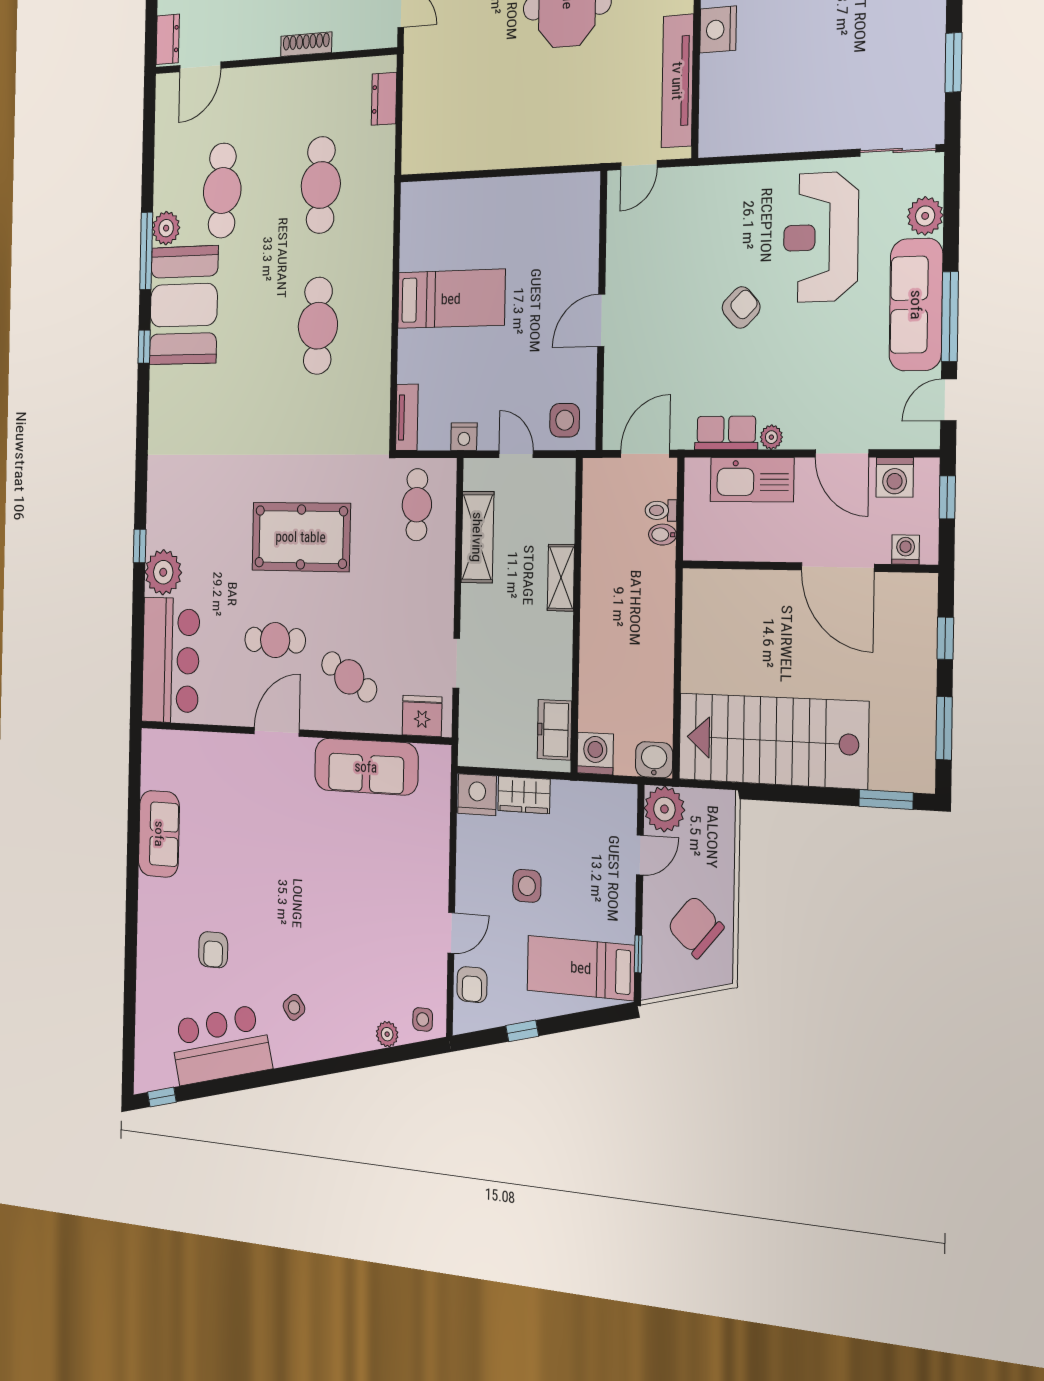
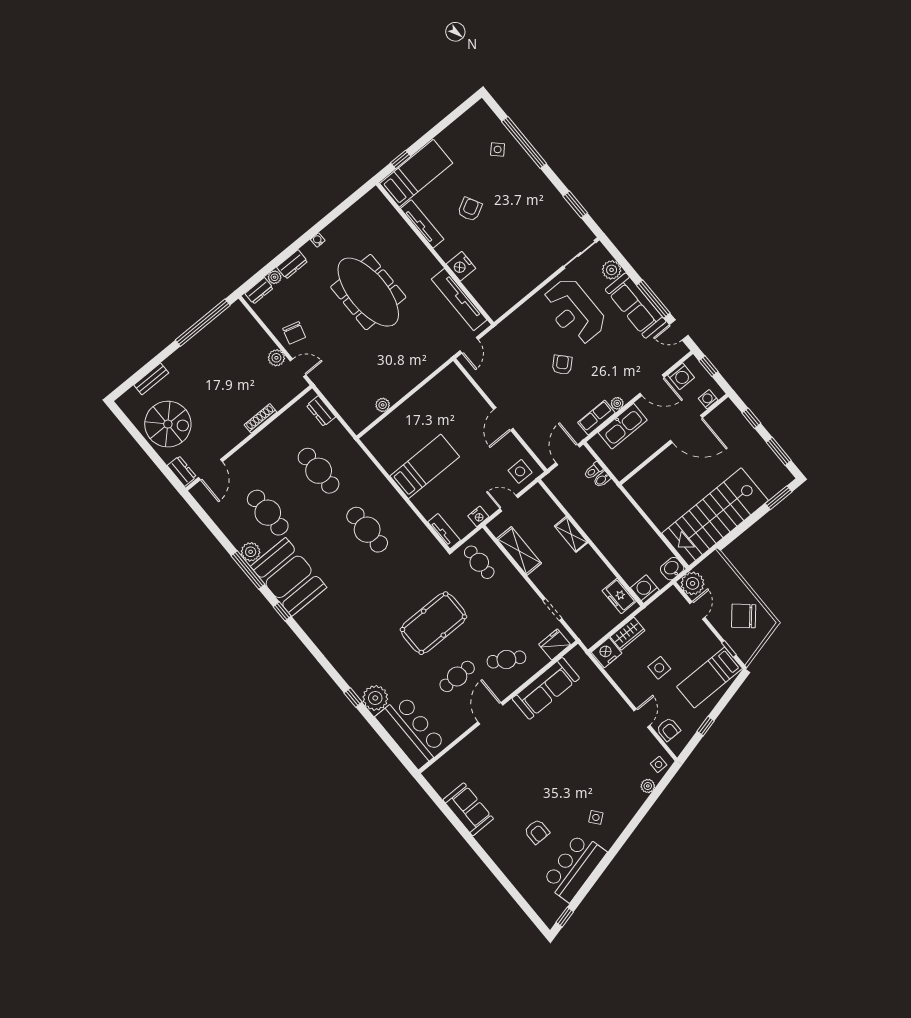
plant: (464, 158) -> (383, 405), added
door: (949, 400) -> (679, 330), hinge flipped

